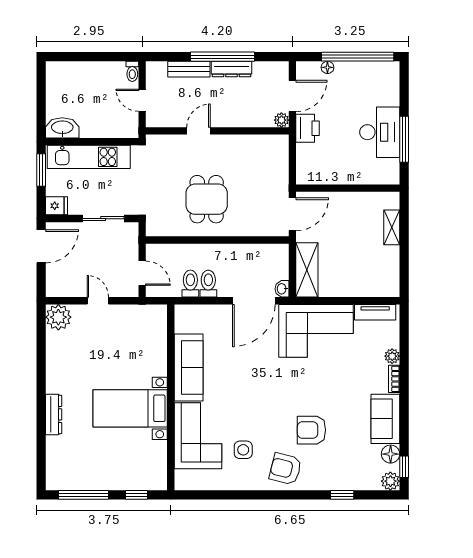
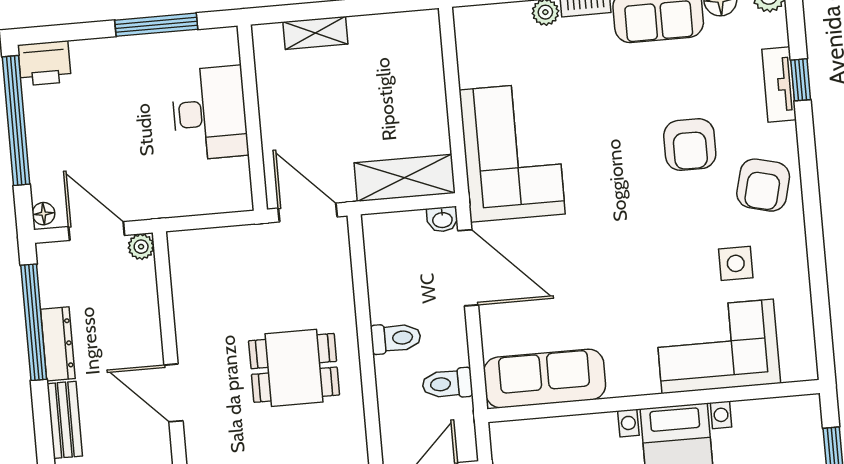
window: (223, 57) -> (34, 322), moved
floor lamp: (327, 67) -> (44, 214), moved
printer: (307, 128) -> (44, 63), moved, turned 180
door: (199, 131) -> (173, 393), width x1.38
desk: (380, 132) -> (210, 113), moved, turned 90
toilet: (208, 284) -> (396, 338), moved, turned 180
tv unit: (375, 312) -> (779, 84), moved, turned 180
sofa: (189, 368) -> (545, 378), moved

